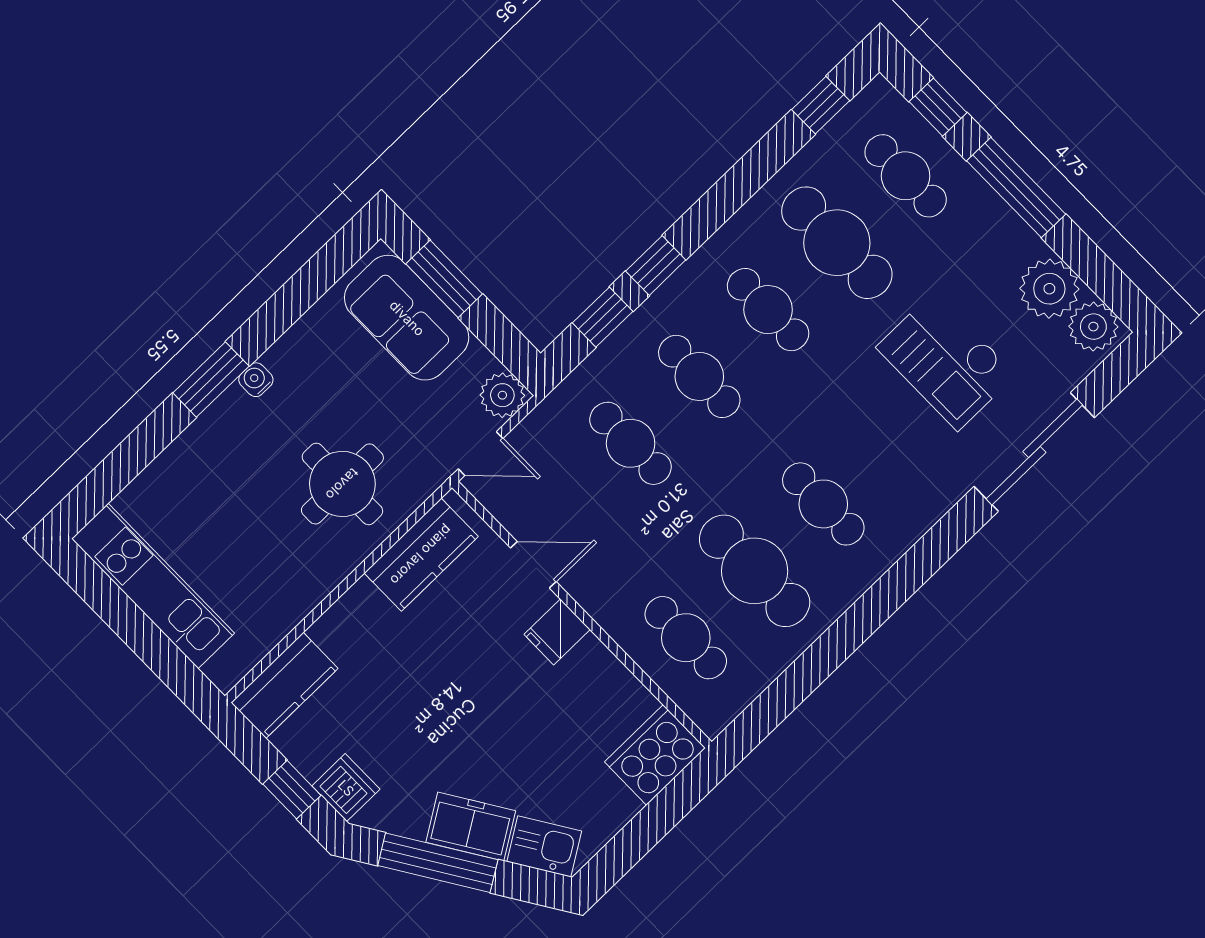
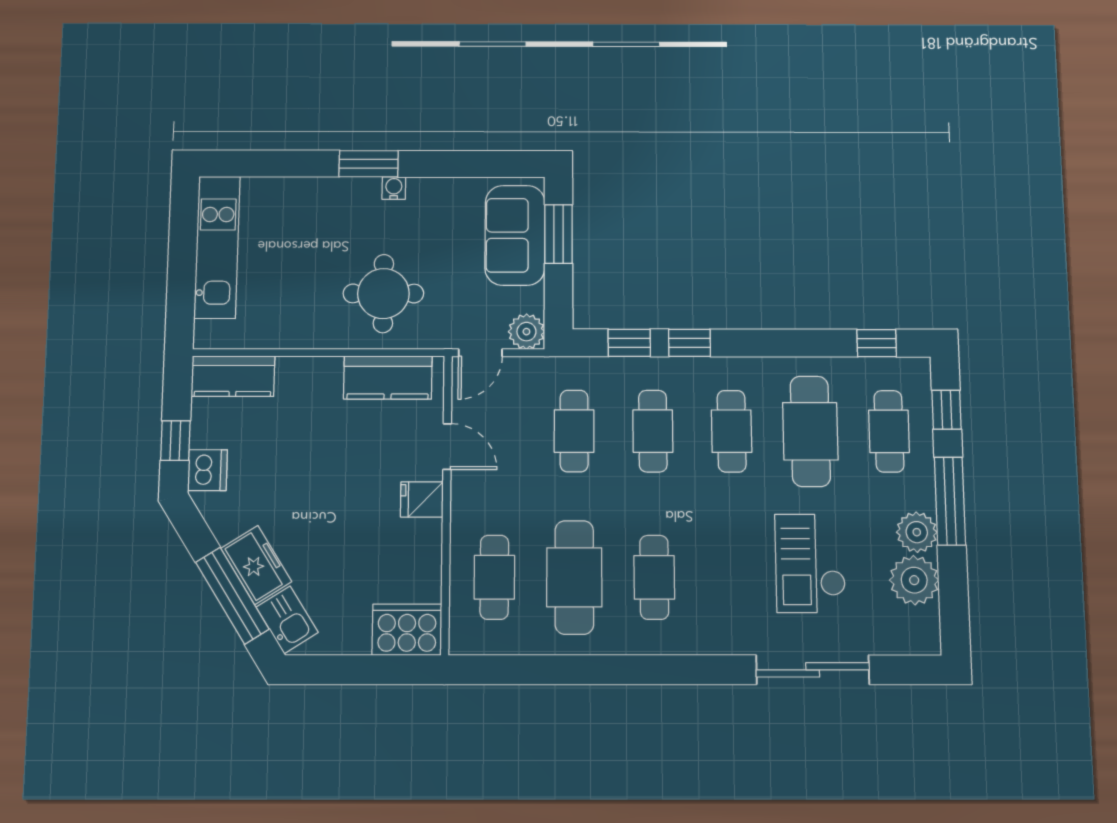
plant: (1093, 327) -> (917, 532), moved
door: (481, 454) -> (480, 353), hinge flipped
window: (438, 863) -> (232, 596), moved

